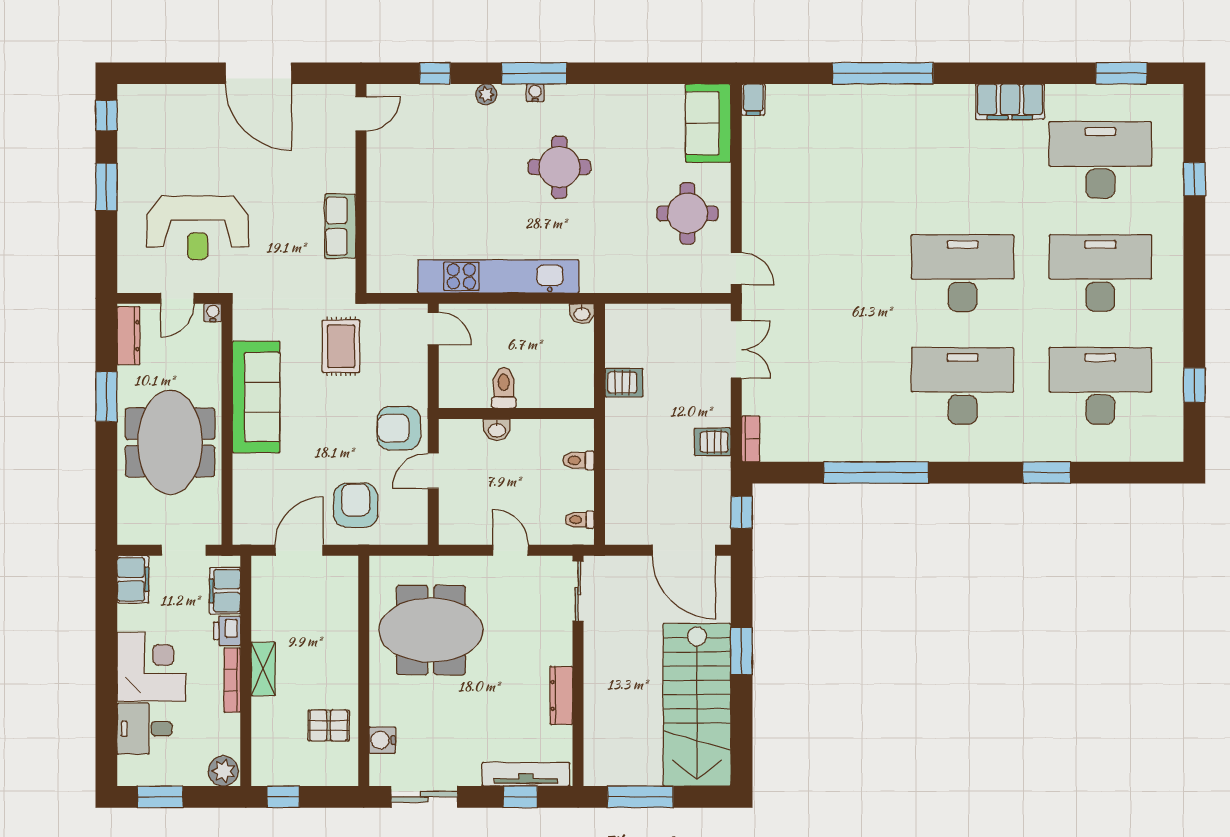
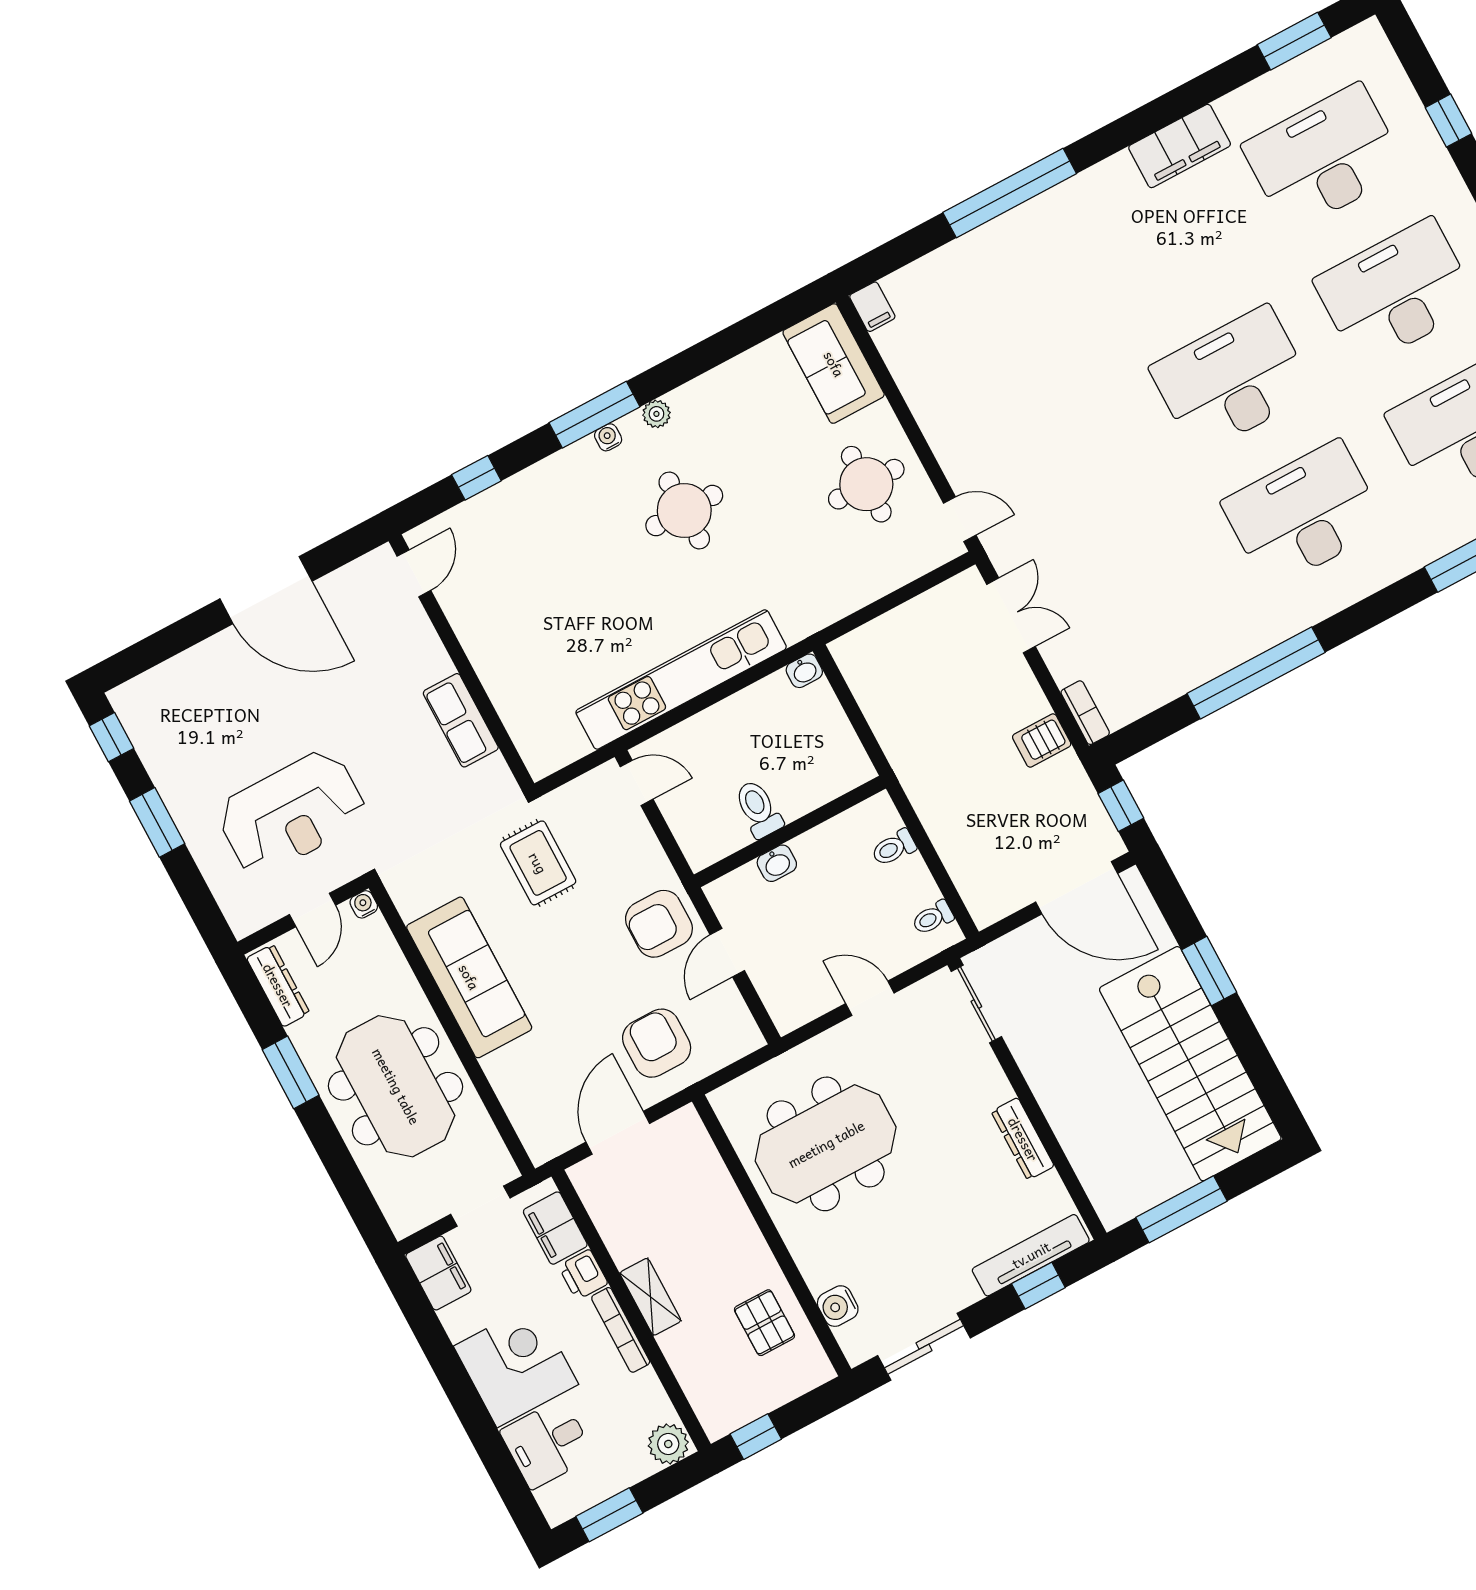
plant: (486, 94) -> (656, 414), moved
server rack: (624, 383) -> (898, 726), removed
pallet: (329, 725) -> (764, 1323), turned 90

